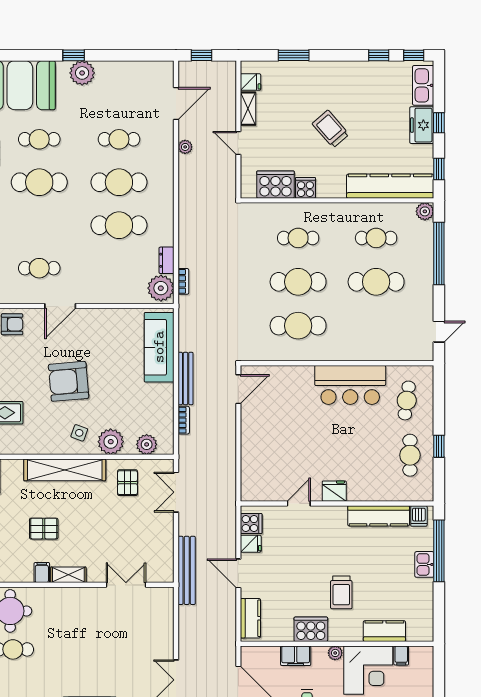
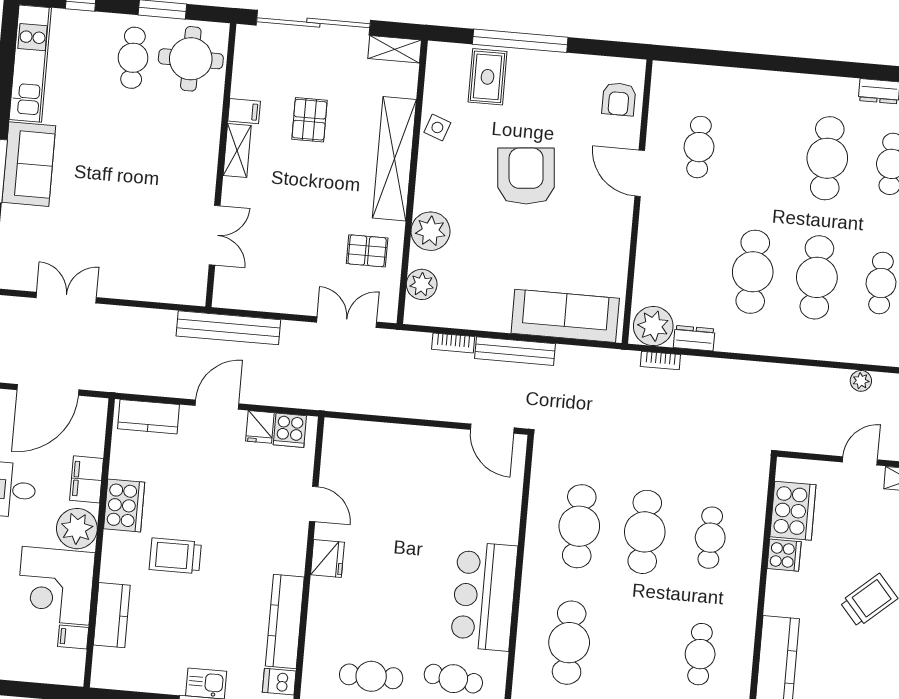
cafe table: (376, 282) -> (569, 643), moved
side table: (79, 433) -> (437, 127), moved
plant: (335, 653) -> (77, 529), width x1.88, depth x1.88

